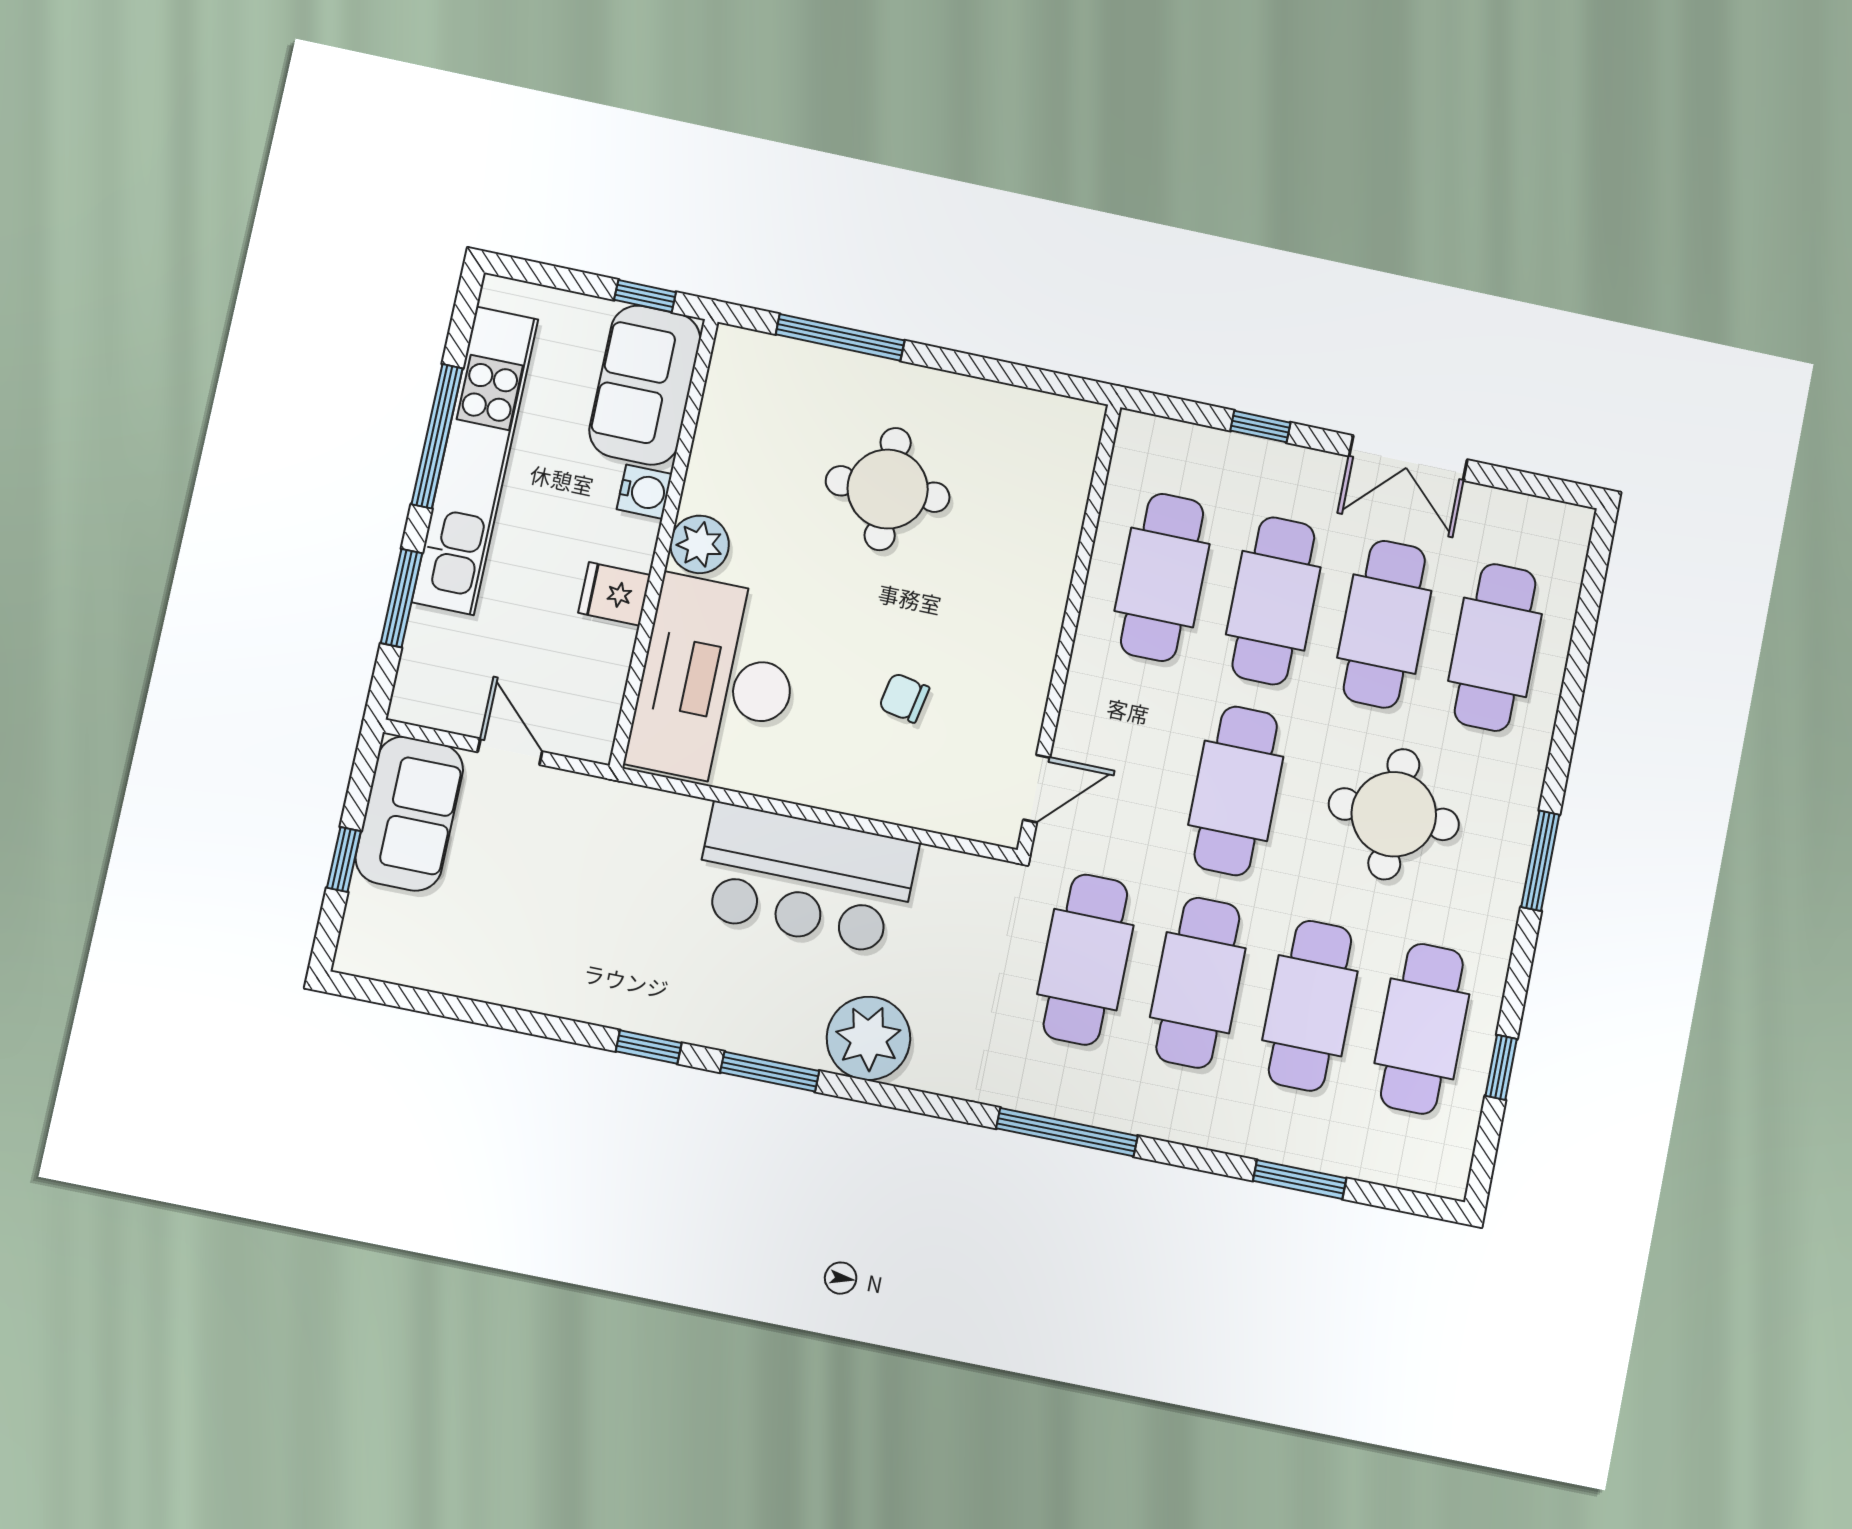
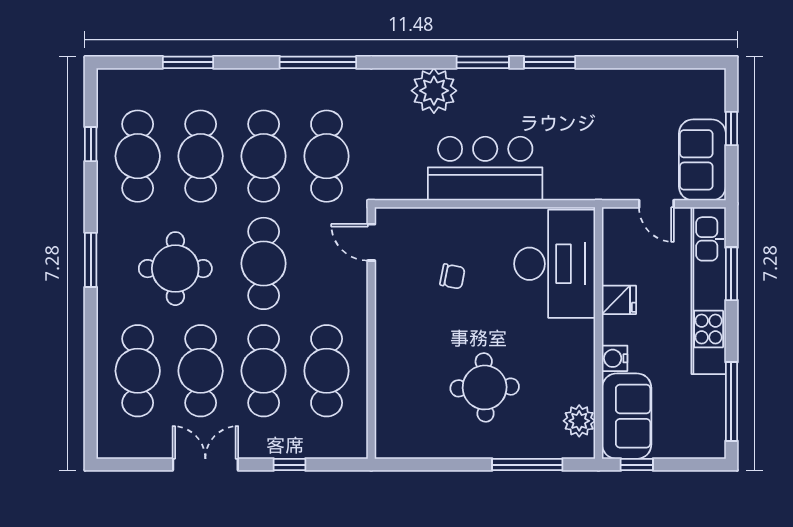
window: (437, 436) -> (731, 402), moved
kitchen unit: (475, 460) -> (709, 291), moved
plant: (700, 544) -> (579, 421), moved
door: (1037, 789) -> (371, 242), hinge flipped
window: (649, 1047) -> (550, 62), width x1.50

